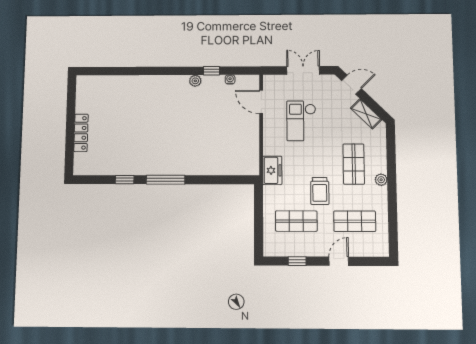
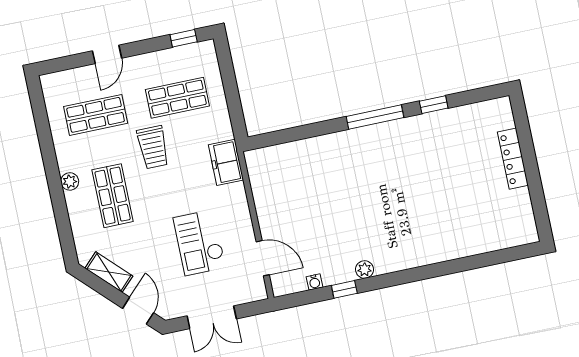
door: (351, 85) -> (138, 311), swing flipped
checkout: (301, 121) -> (199, 243), turned 180
trolley: (320, 191) -> (153, 147), turned 180
window: (297, 261) -> (184, 38), moved

